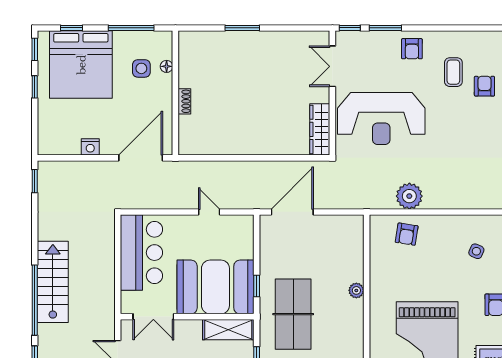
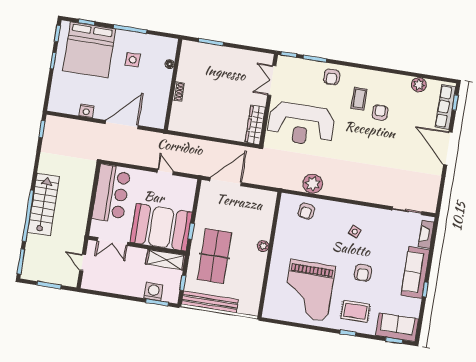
floor lamp: (167, 66) -> (170, 64), moved
wall: (175, 93) -> (173, 84), moved
shoe rack: (184, 101) -> (178, 92), moved

